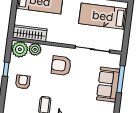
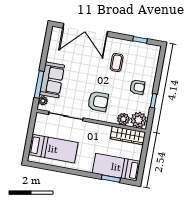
plant: (116, 63) -> (43, 101), added
armchair: (23, 82) -> (137, 87), turned -90

